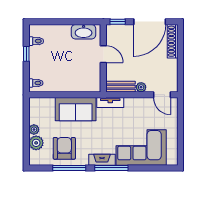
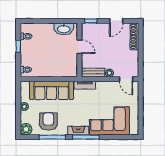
door: (150, 22) -> (116, 21), width x0.53
sofa: (76, 109) -> (52, 90), width x1.36
plant: (36, 143) -> (26, 129), moved

